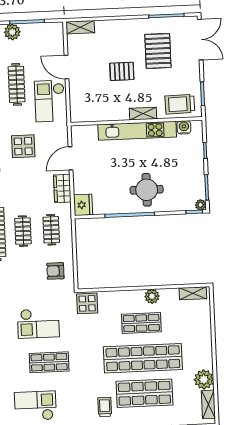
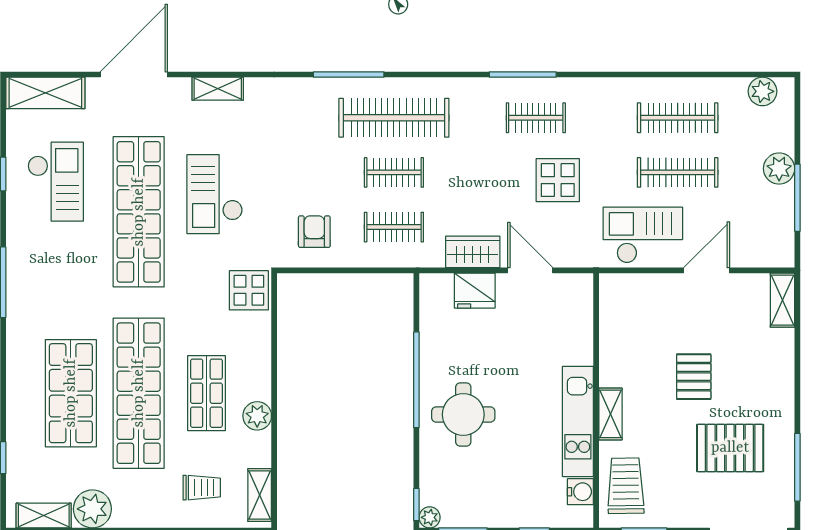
kitchen unit: (137, 131) -> (578, 421), width x0.73
fridge: (83, 205) -> (475, 291), moved
shop shelf: (49, 362) -> (139, 212), width x2.00, depth x1.36
trolley: (105, 407) -> (202, 488), moved

